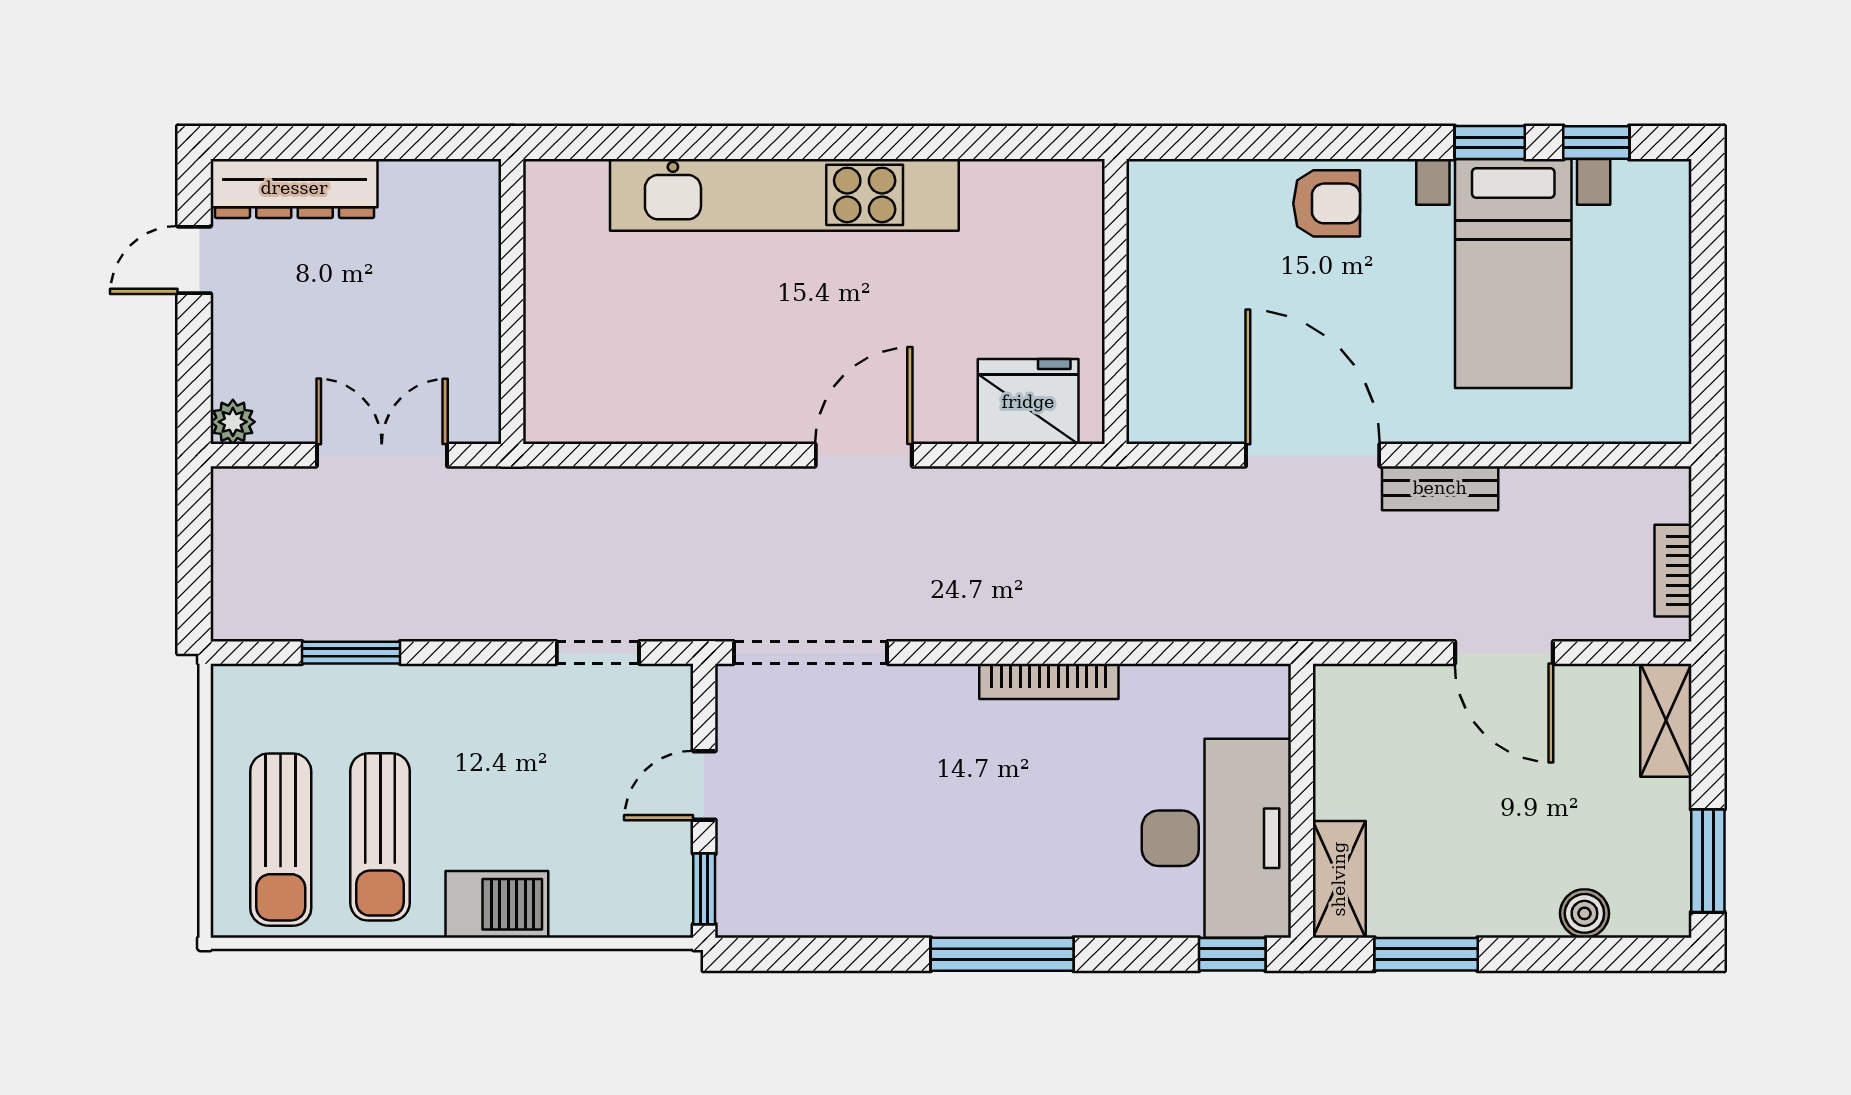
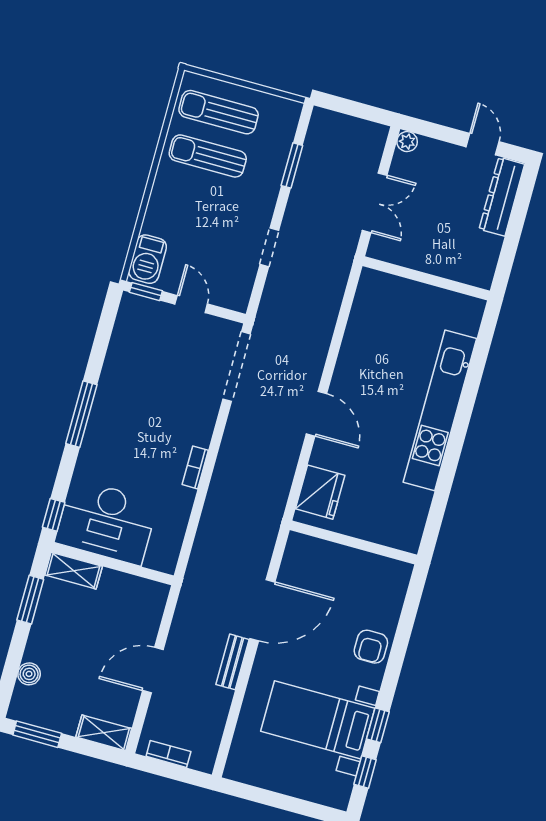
doorway: (598, 653) -> (269, 247), moved
bookcase: (1049, 681) -> (195, 467), width x0.64
barbecue: (497, 904) -> (148, 259), moved

